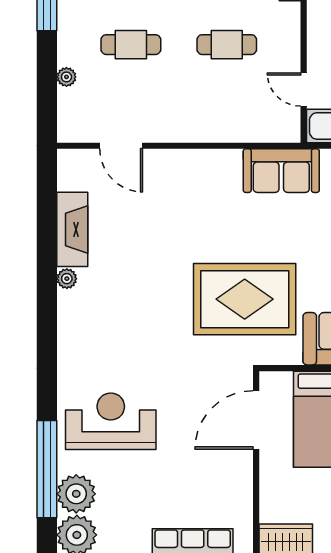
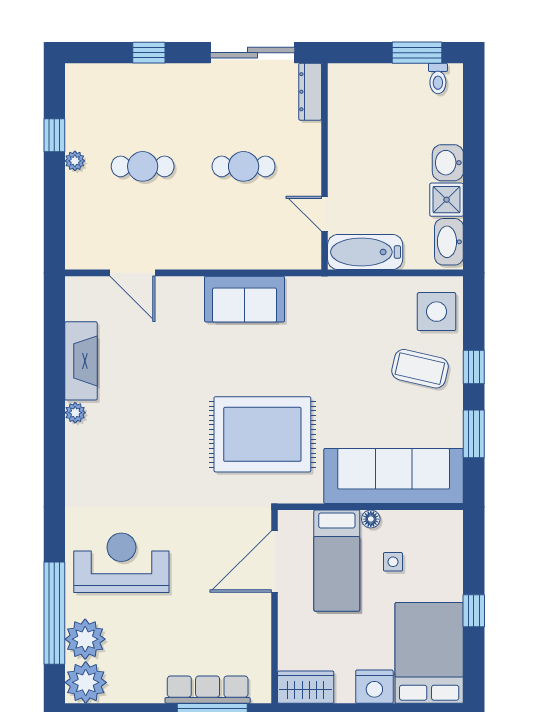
plant: (66, 77) -> (75, 161), moved
sofa: (281, 171) -> (245, 299), moved

